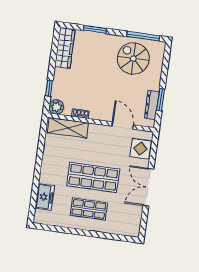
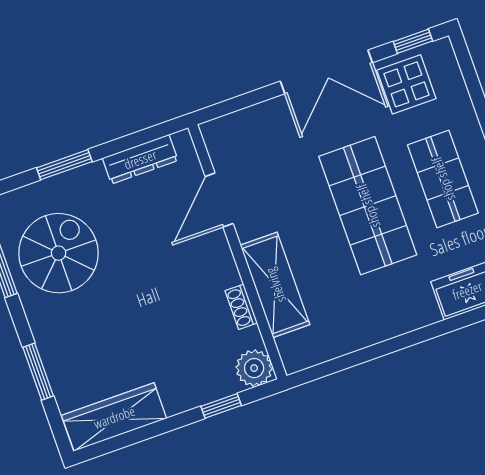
spiral stairs: (133, 59) -> (59, 253), turned 180
window: (161, 100) -> (64, 165), moved
shelving: (68, 128) -> (275, 285), moved
display table: (141, 149) -> (406, 84), moved
window: (143, 224) -> (413, 41), added

